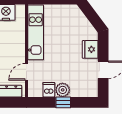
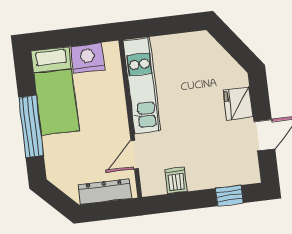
plant: (63, 90) -> (200, 178), removed
window: (63, 102) -> (229, 196), moved

